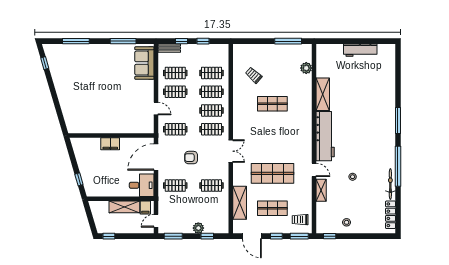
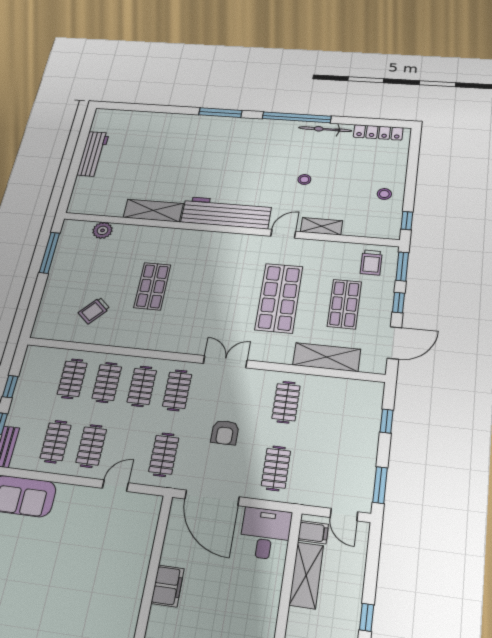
plant: (198, 228) -> (368, 435), removed

